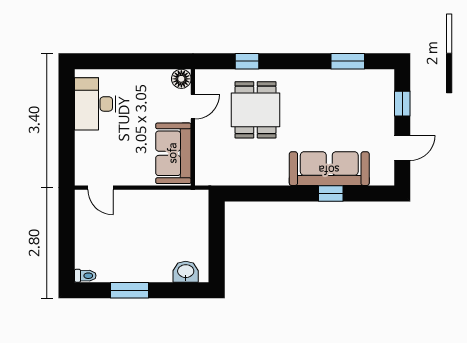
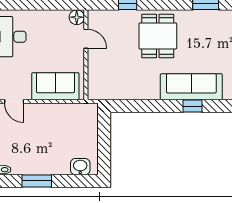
door: (193, 107) -> (86, 39), hinge flipped
dining table: (256, 110) -> (158, 36), moved
sofa: (173, 153) -> (55, 86), moved, turned 90

